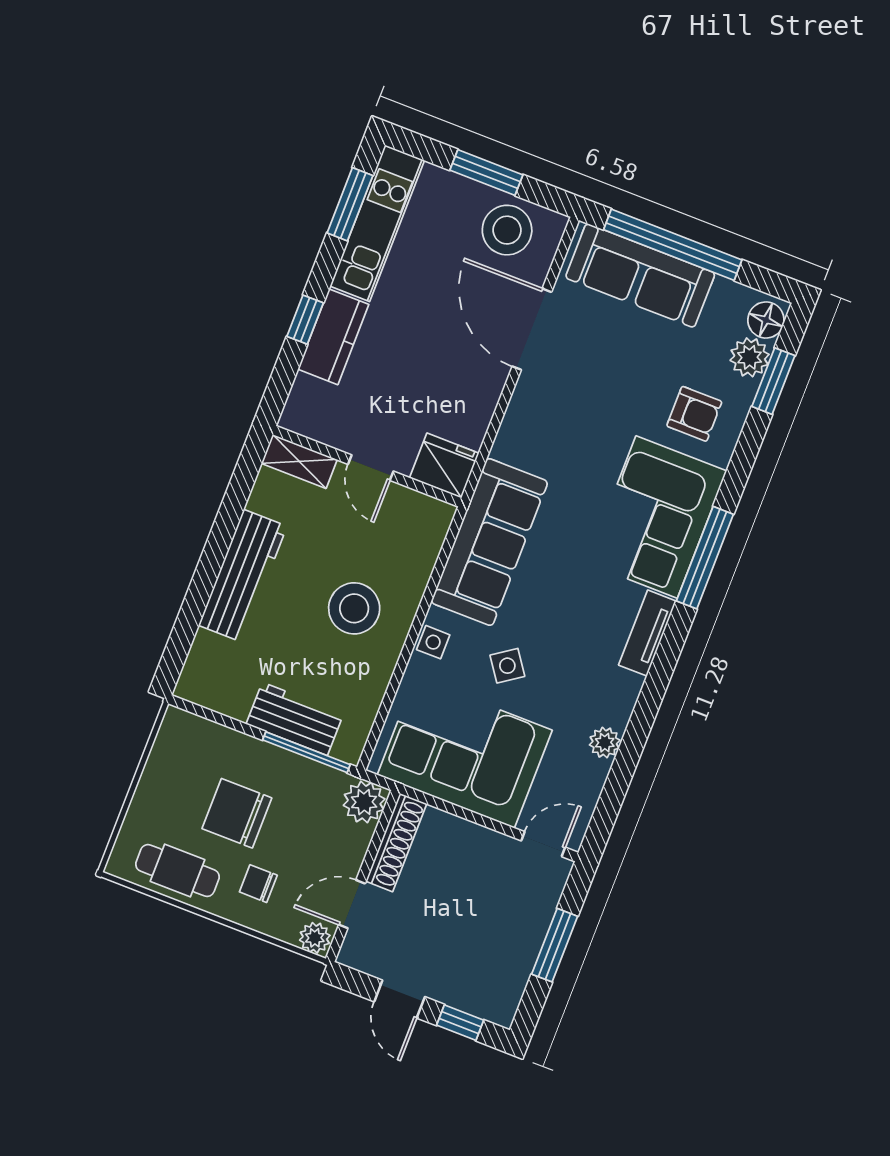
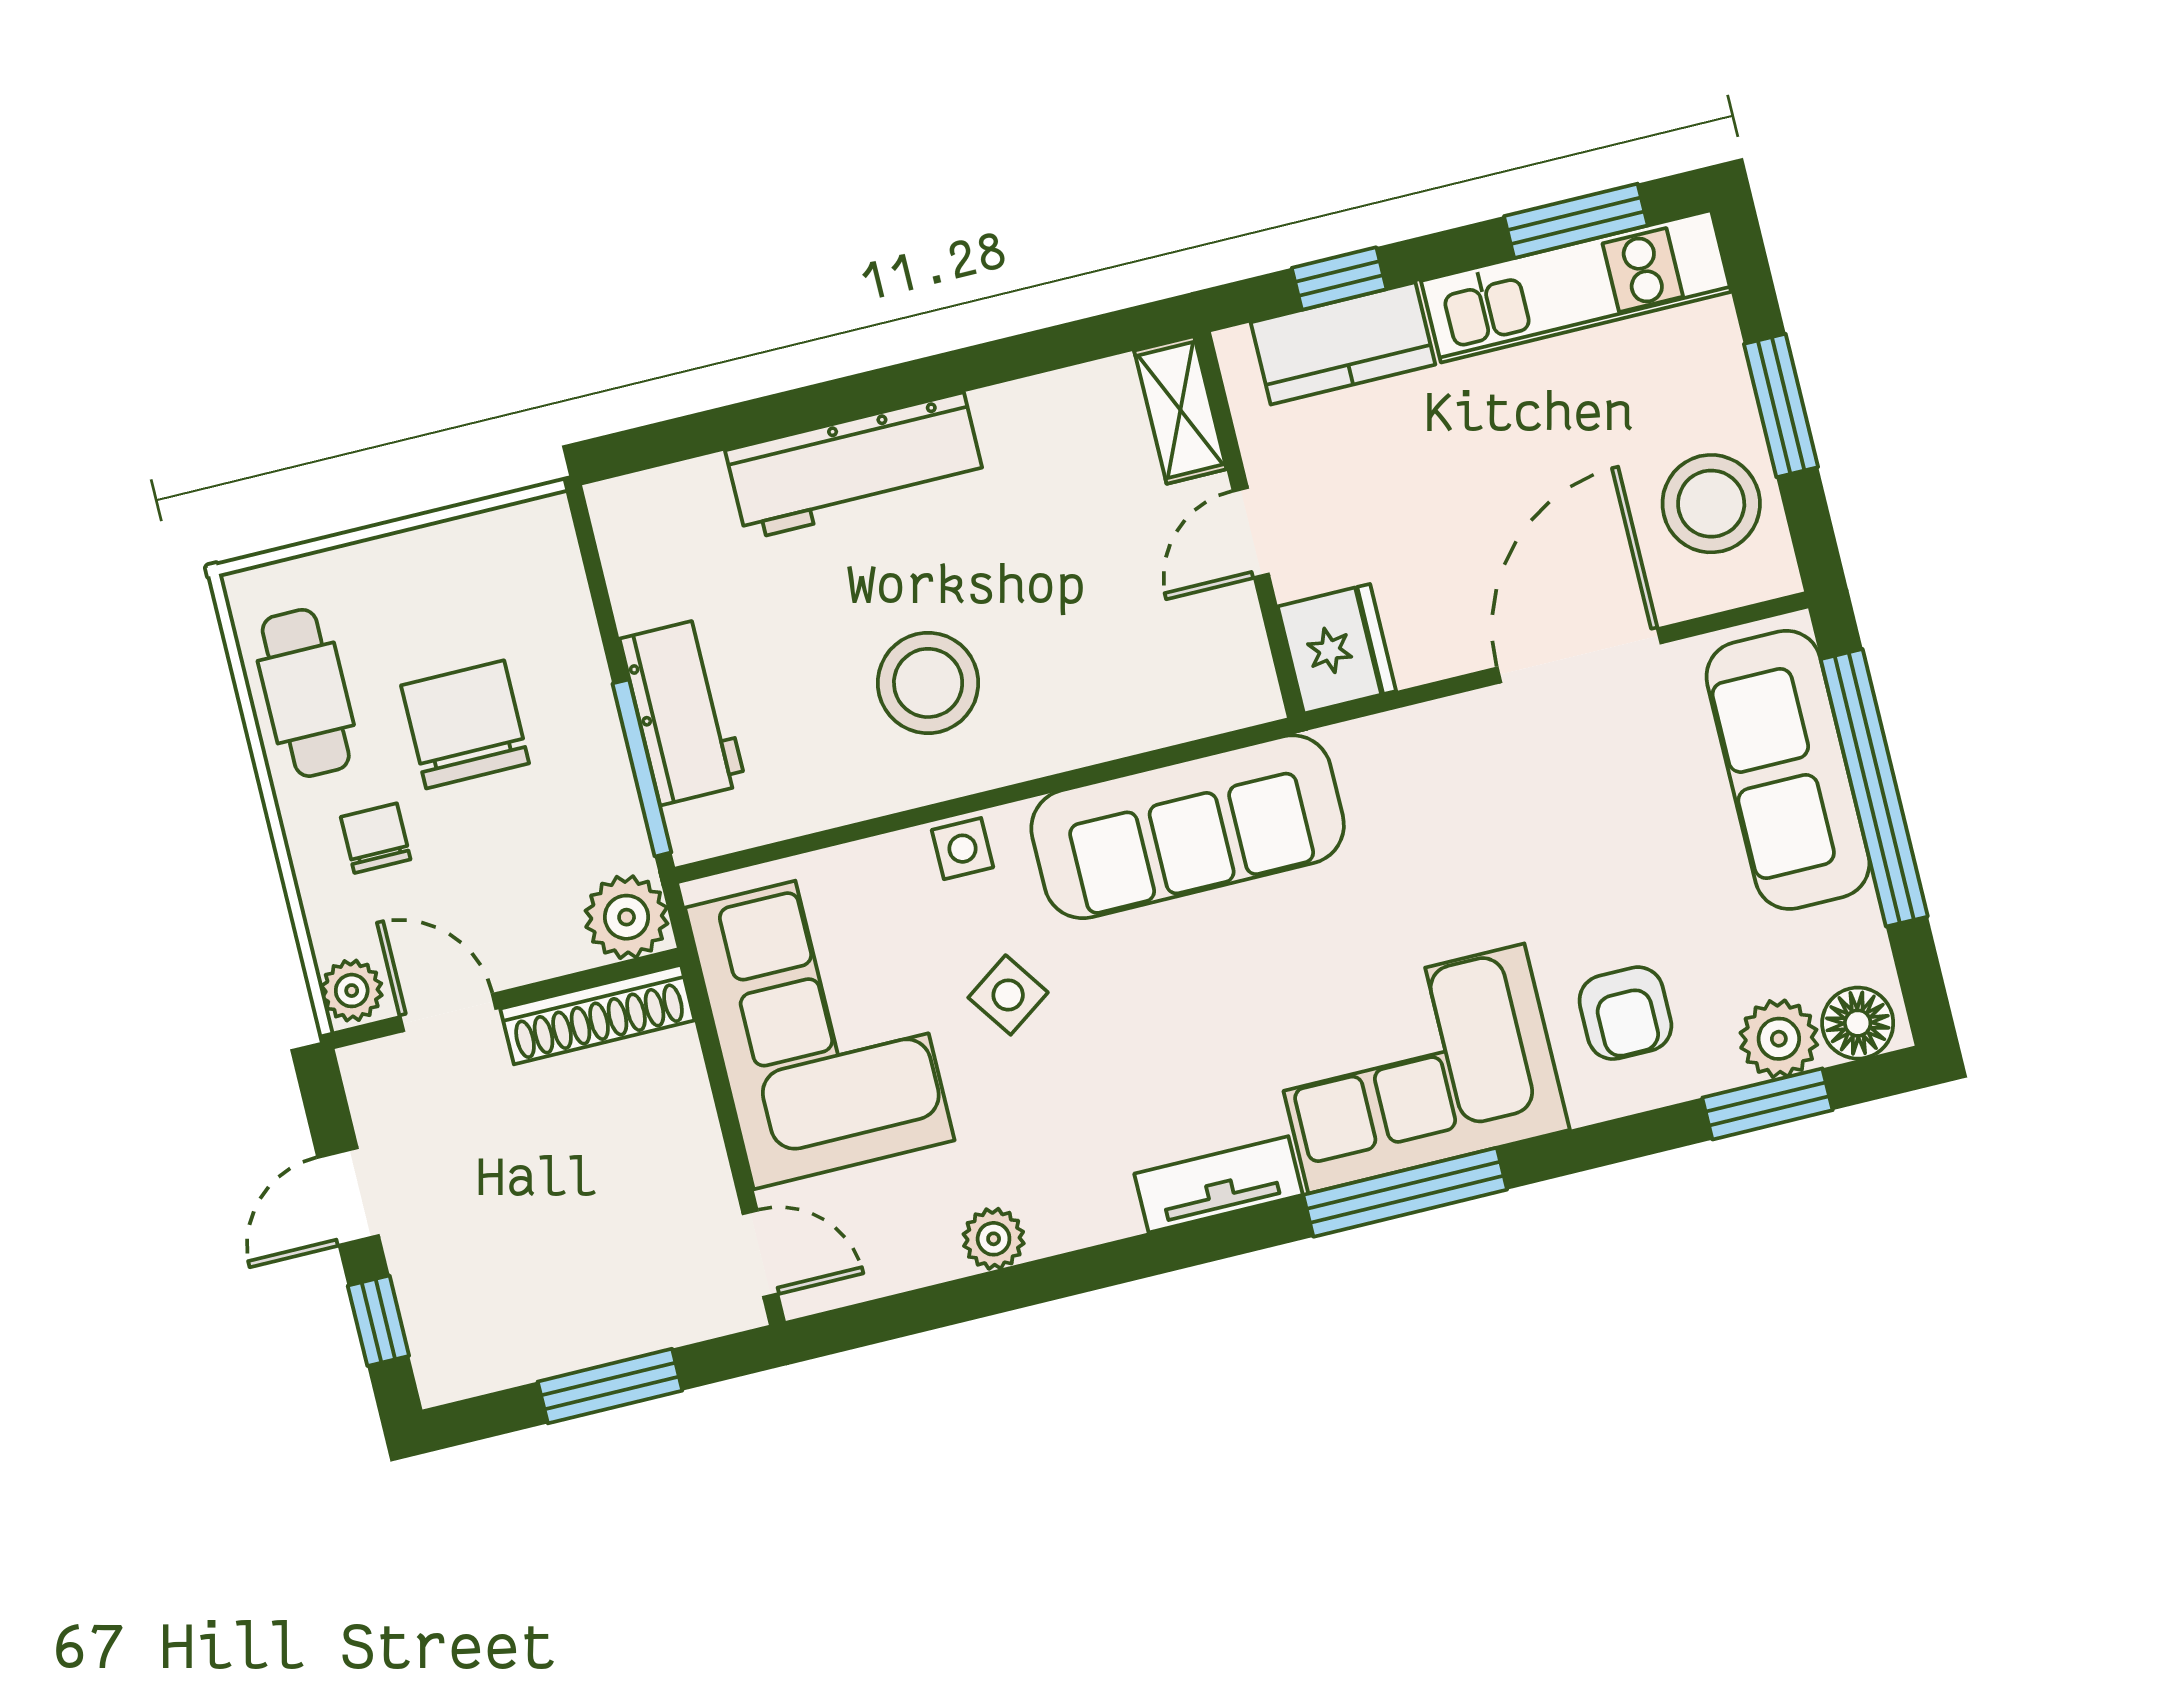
shelving: (299, 461) -> (1180, 410), moved
wall: (367, 466) -> (1249, 525), moved
fridge: (444, 466) -> (1337, 649), moved
door: (371, 468) -> (1251, 533), moved

